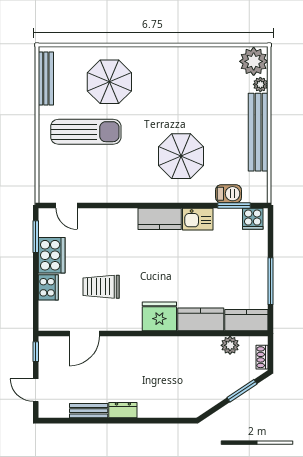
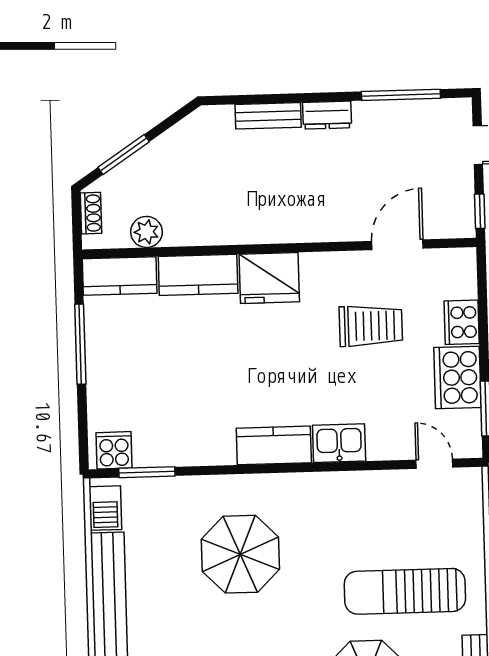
barbecue: (229, 194) -> (105, 508), moved, turned -90
kitchen sink: (198, 219) -> (339, 443), moved
bench: (89, 411) -> (268, 116), moved
window: (80, 421) -> (401, 95), added

